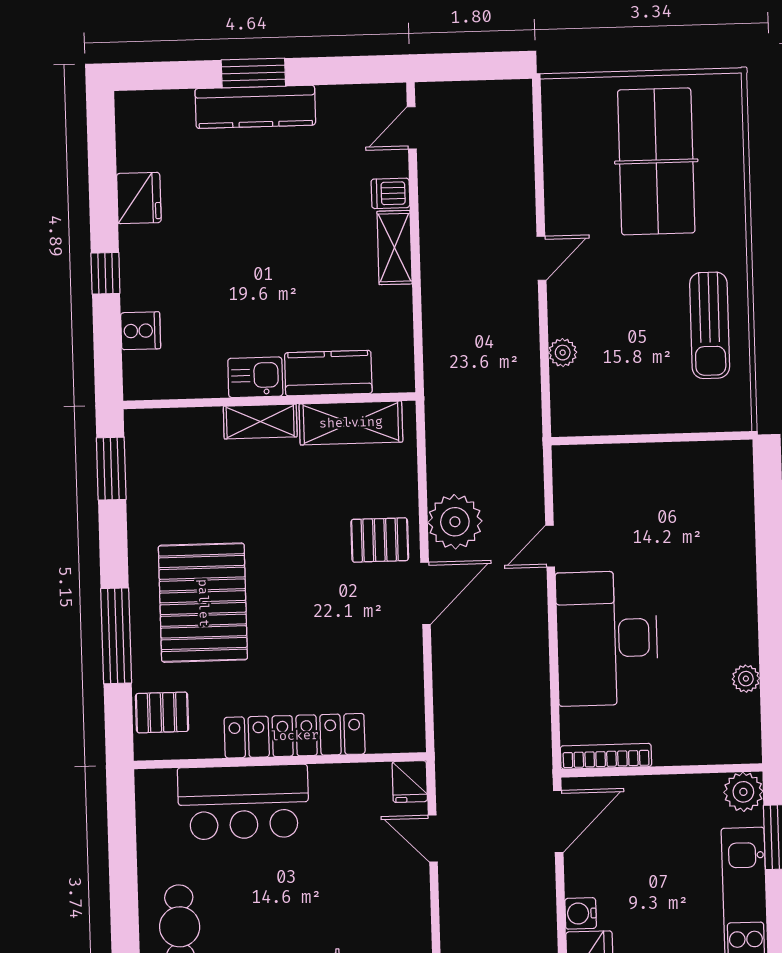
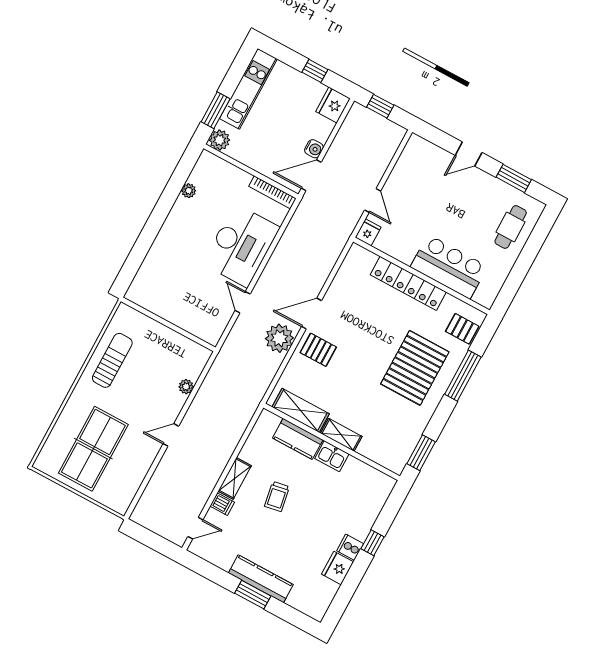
trolley: (307, 258) -> (277, 497), added
cooker: (141, 331) -> (350, 547), moved
door: (550, 546) -> (243, 302), swing flipped
water cooler: (581, 913) -> (314, 149), moved

